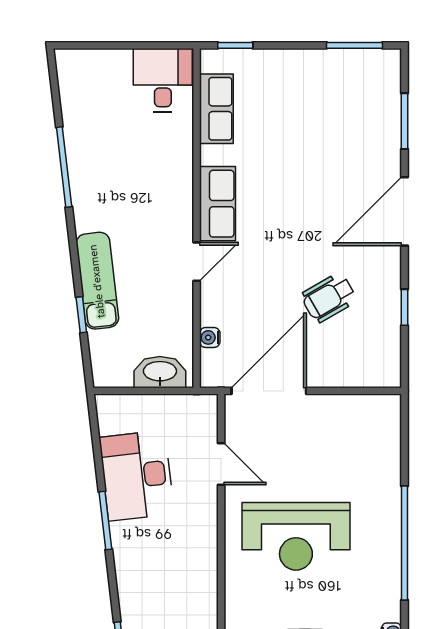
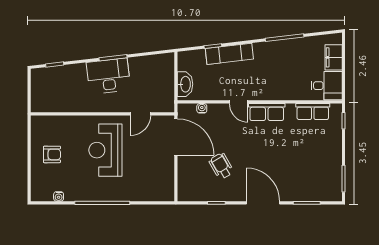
filing cabinet: (105, 66) -> (334, 57), added
desk: (137, 476) -> (108, 76), moved

